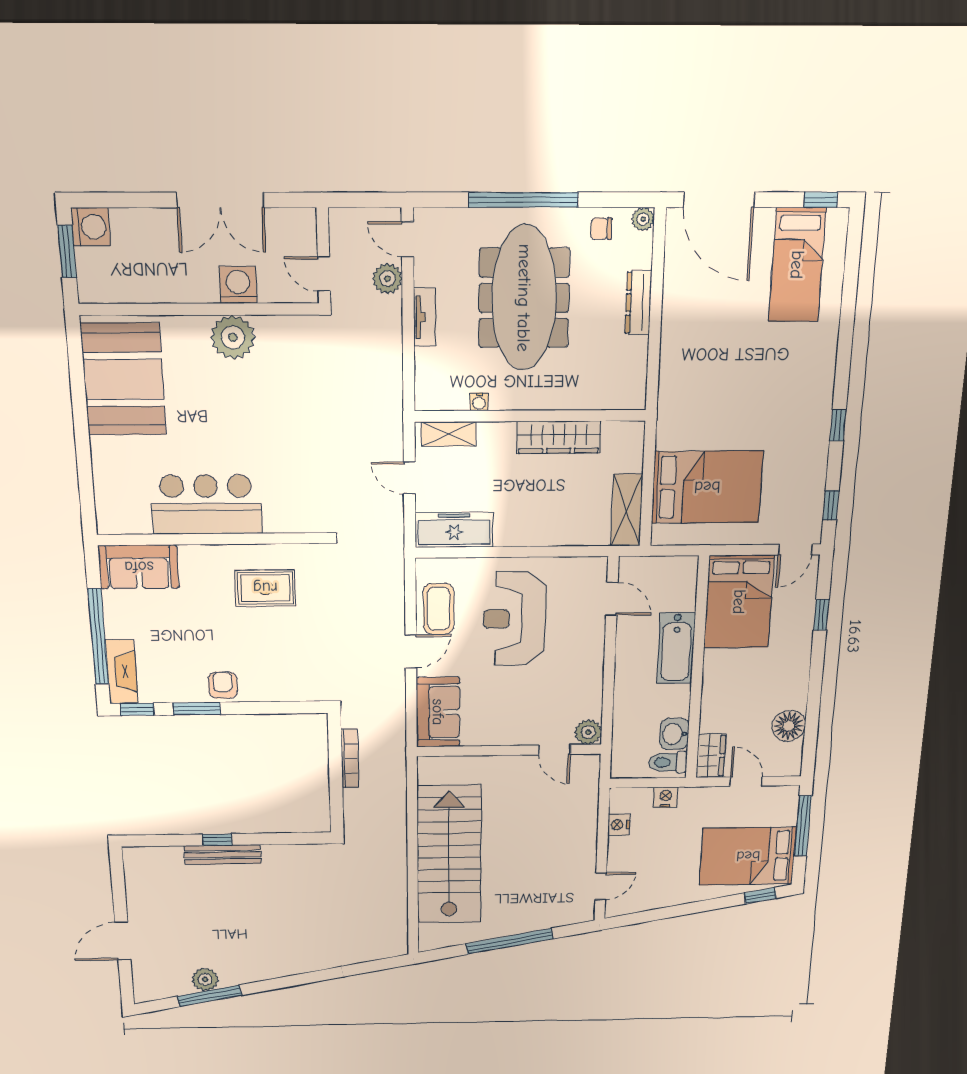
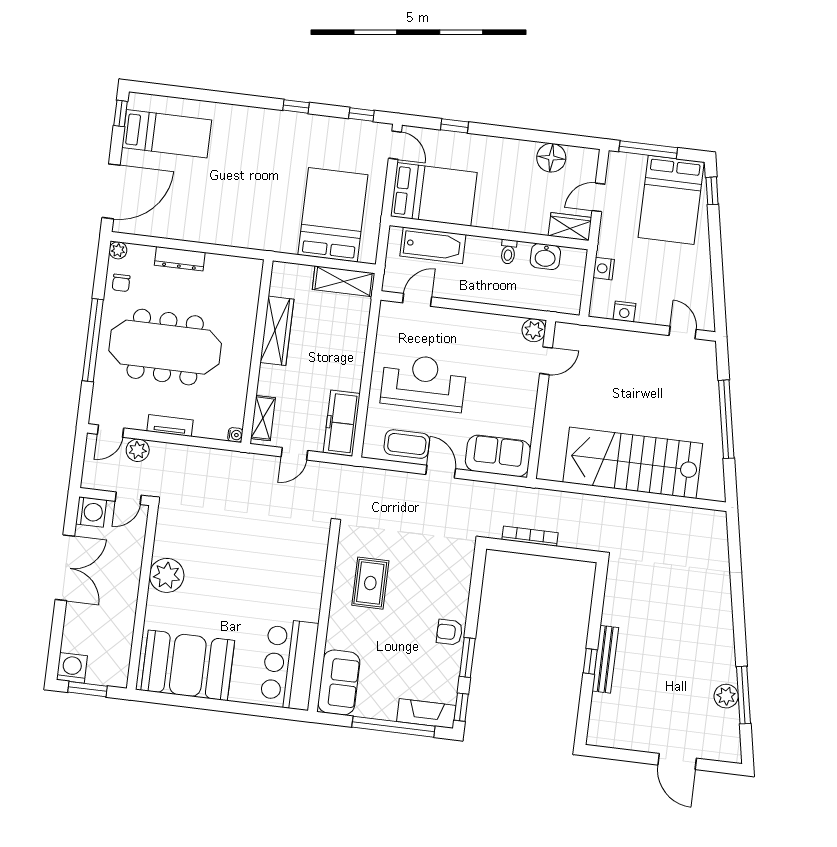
washing machine: (238, 285) -> (91, 512), moved, turned 180
water cooler: (479, 402) -> (235, 435), moved
bar counter: (206, 504) -> (289, 664), moved
reception desk: (514, 619) -> (424, 382), turned 180
bathtub: (676, 648) -> (433, 245), moved
toilet: (668, 762) -> (508, 252), moved, width x0.73, depth x0.72

